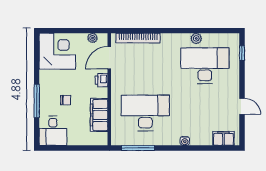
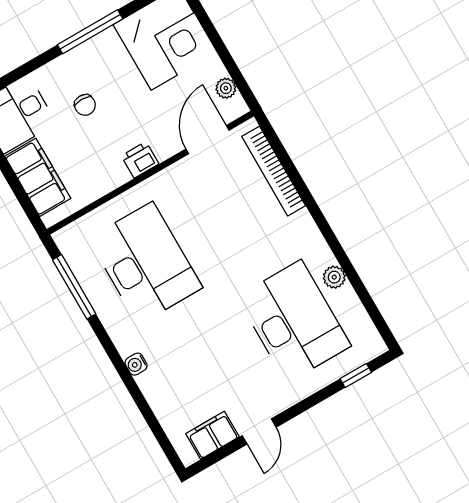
door: (109, 58) -> (208, 140), hinge flipped
printer: (102, 80) -> (140, 160), moved
window: (37, 101) -> (90, 32), moved
filing cabinet: (99, 115) -> (38, 177), moved, turned 90
filing cabinet: (223, 138) -> (212, 435), moved, turned -90

